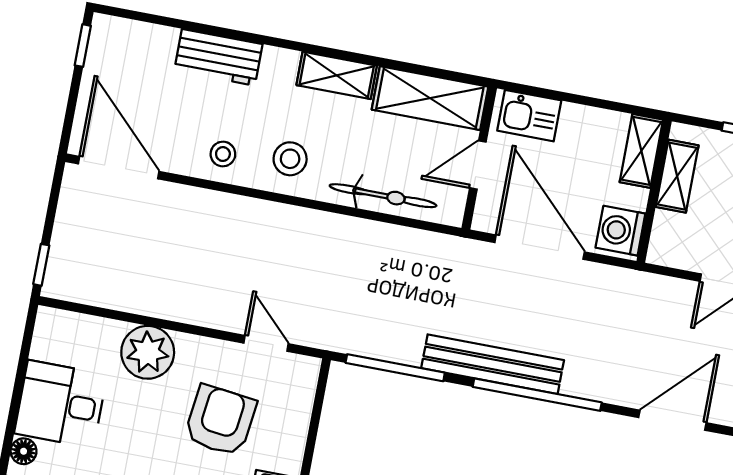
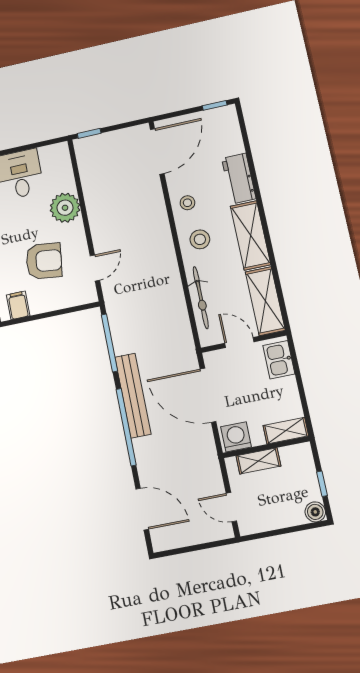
shelving: (337, 75) -> (250, 235), width x1.50, depth x1.33
shelving: (677, 176) -> (258, 461), moved
door: (540, 247) -> (208, 395), swing flipped

